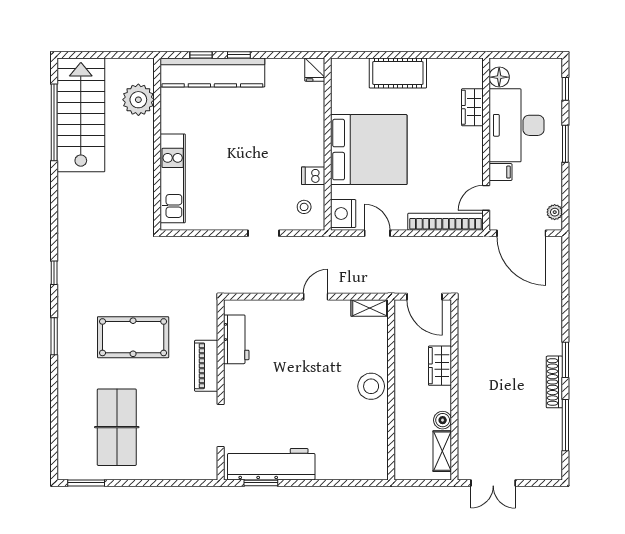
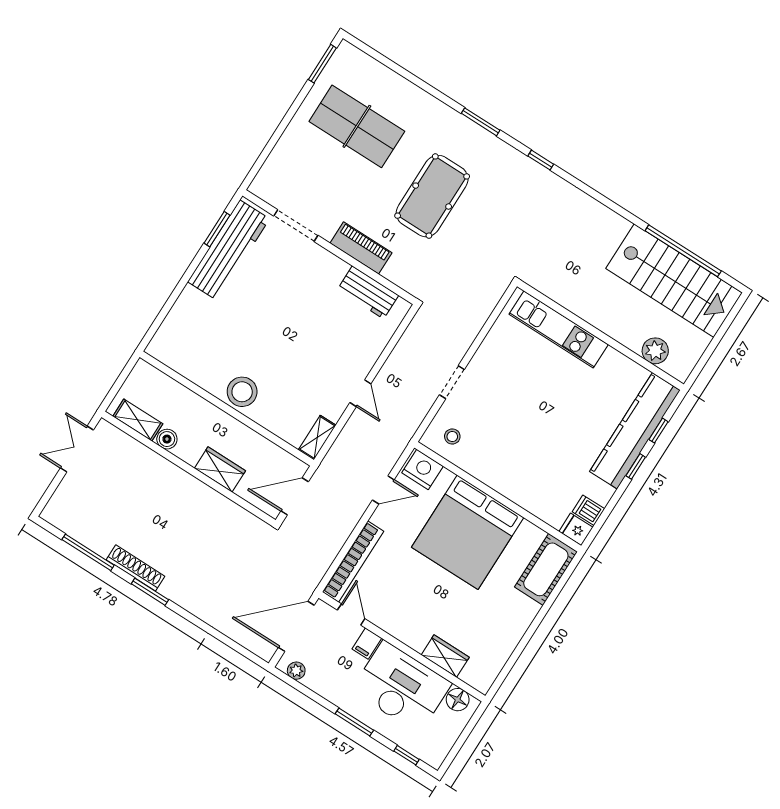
cot: (398, 73) -> (546, 569), moved
plant: (138, 100) -> (655, 351), width x0.73, depth x0.73
dishwasher: (313, 176) -> (588, 510), moved, turned -90

